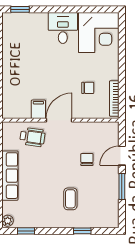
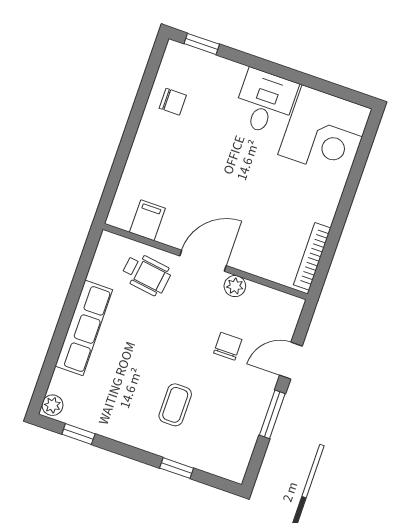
chair: (88, 88) -> (173, 102), moved
filing cabinet: (38, 109) -> (147, 220), moved
plant: (80, 127) -> (235, 286), added

